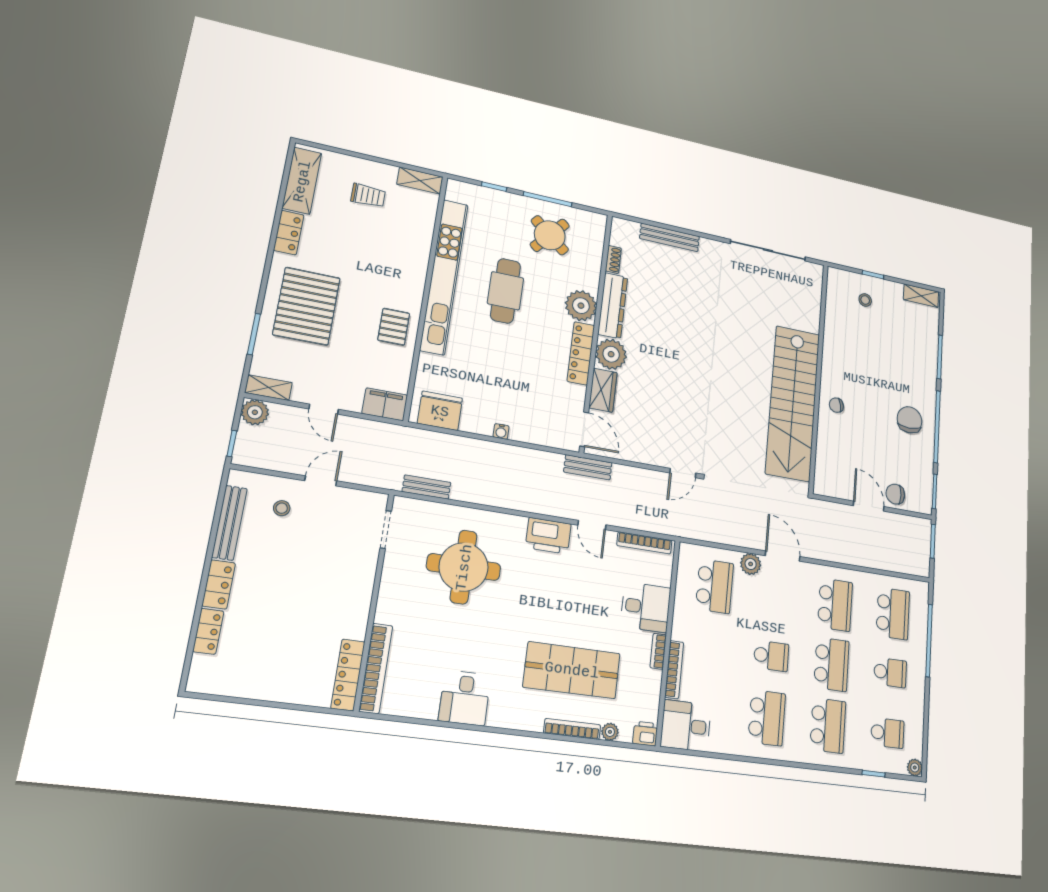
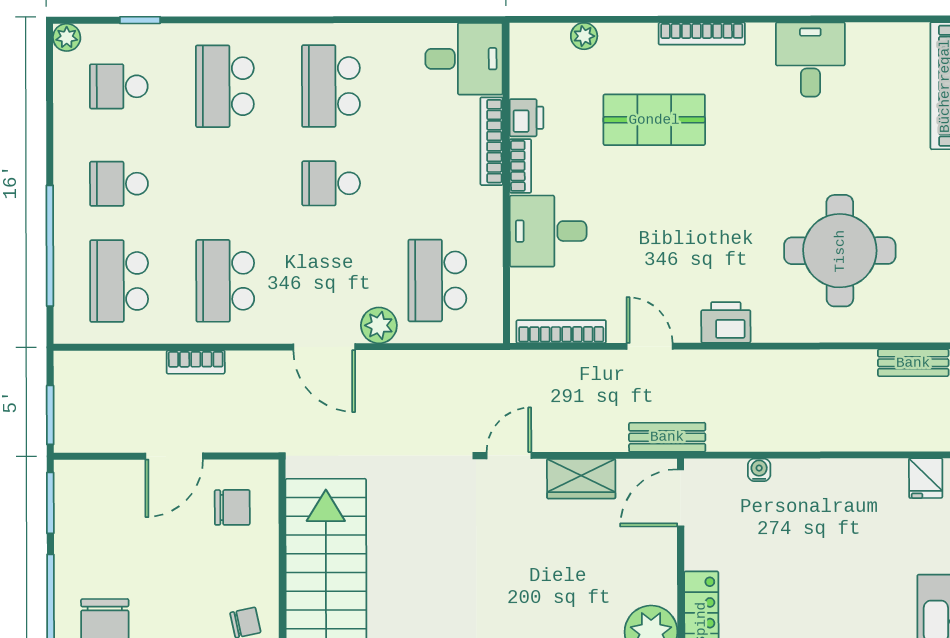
wardrobe: (603, 390) -> (581, 479), moved, turned -90
fridge: (440, 411) -> (926, 478), width x0.53, depth x0.75
door: (584, 429) -> (681, 498), hinge flipped
water cooler: (501, 431) -> (759, 470), moved
chair: (895, 494) -> (232, 507), moved
door: (869, 506) -> (174, 456), hinge flipped
printer: (548, 536) -> (726, 322), width x0.73, depth x0.84
bookcase: (854, 559) -> (196, 362), added
school desk: (832, 664) -> (225, 184), removed
shop shelf: (572, 670) -> (654, 120), width x0.70, depth x0.74
bookcase: (572, 729) -> (702, 34), moved
printer: (645, 734) -> (526, 118), moved, turned -90

